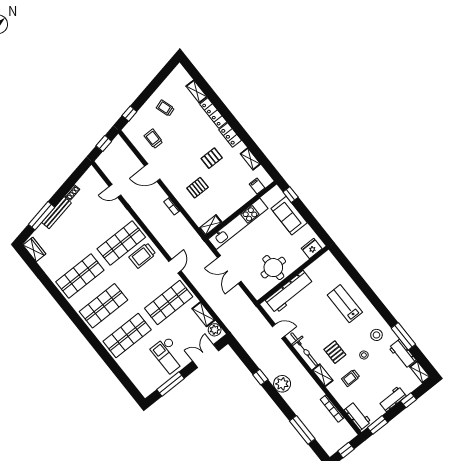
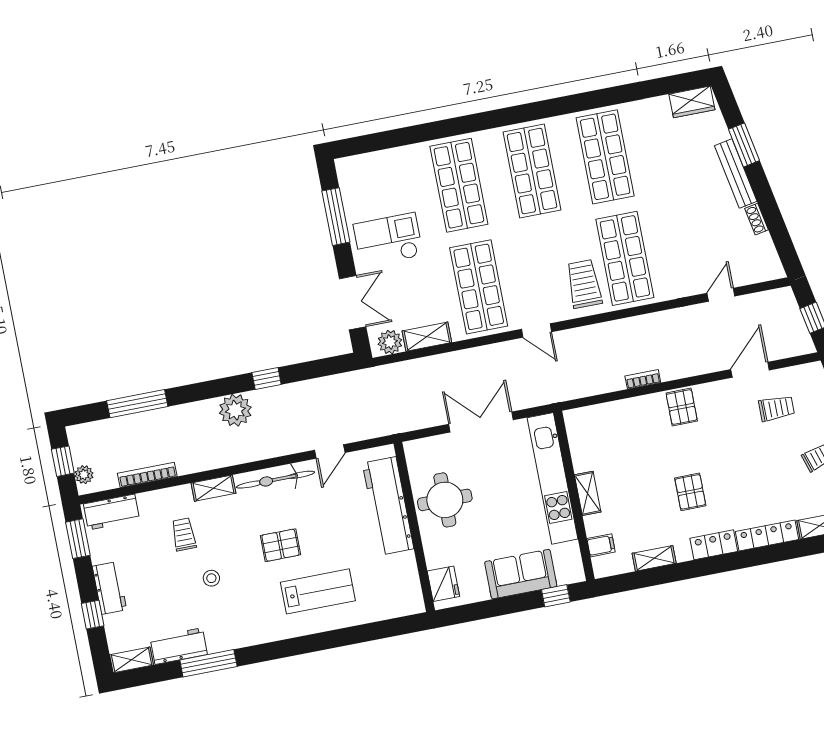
door: (152, 173) -> (750, 370), moved
pallet: (197, 188) -> (682, 407), moved
window: (42, 216) -> (744, 145), width x0.69
shelving: (211, 225) -> (588, 493), moved
stool: (376, 335) -> (235, 618), removed
pallet: (335, 352) -> (280, 545), moved
plant: (347, 437) -> (84, 475), added

